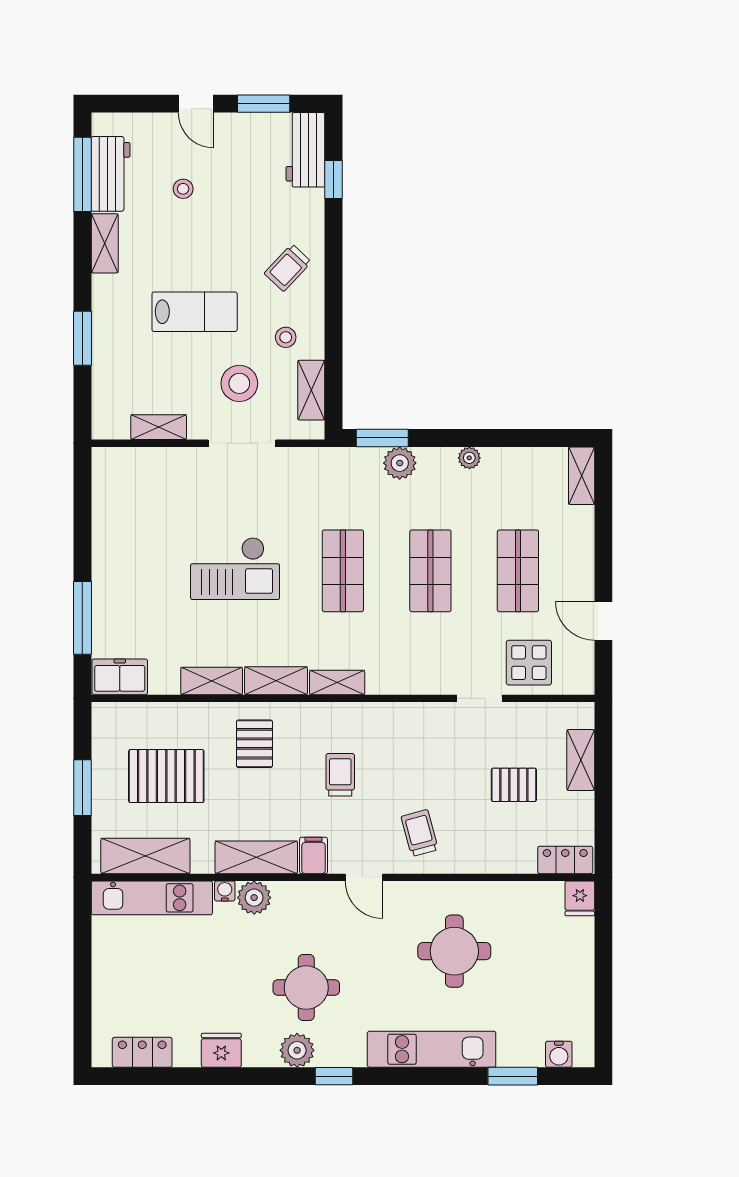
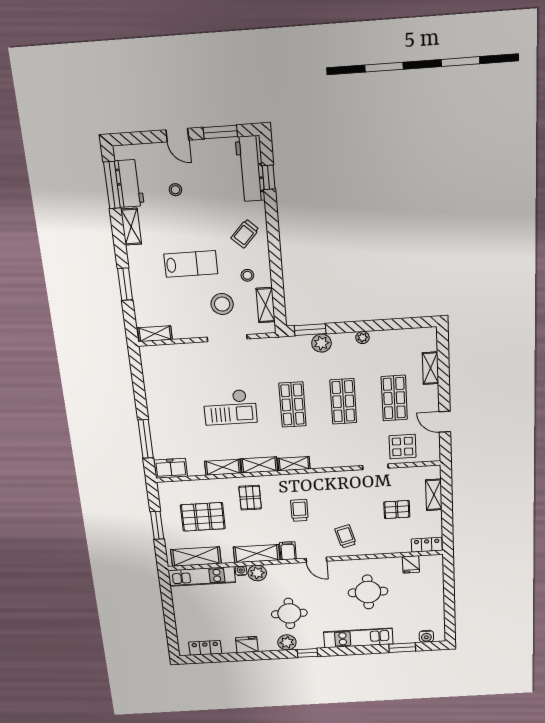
workbench: (305, 150) -> (250, 169), width x1.37
shelving: (159, 427) -> (155, 334), moved
shelving: (582, 476) -> (430, 368), moved
fridge: (580, 898) -> (411, 564), moved

